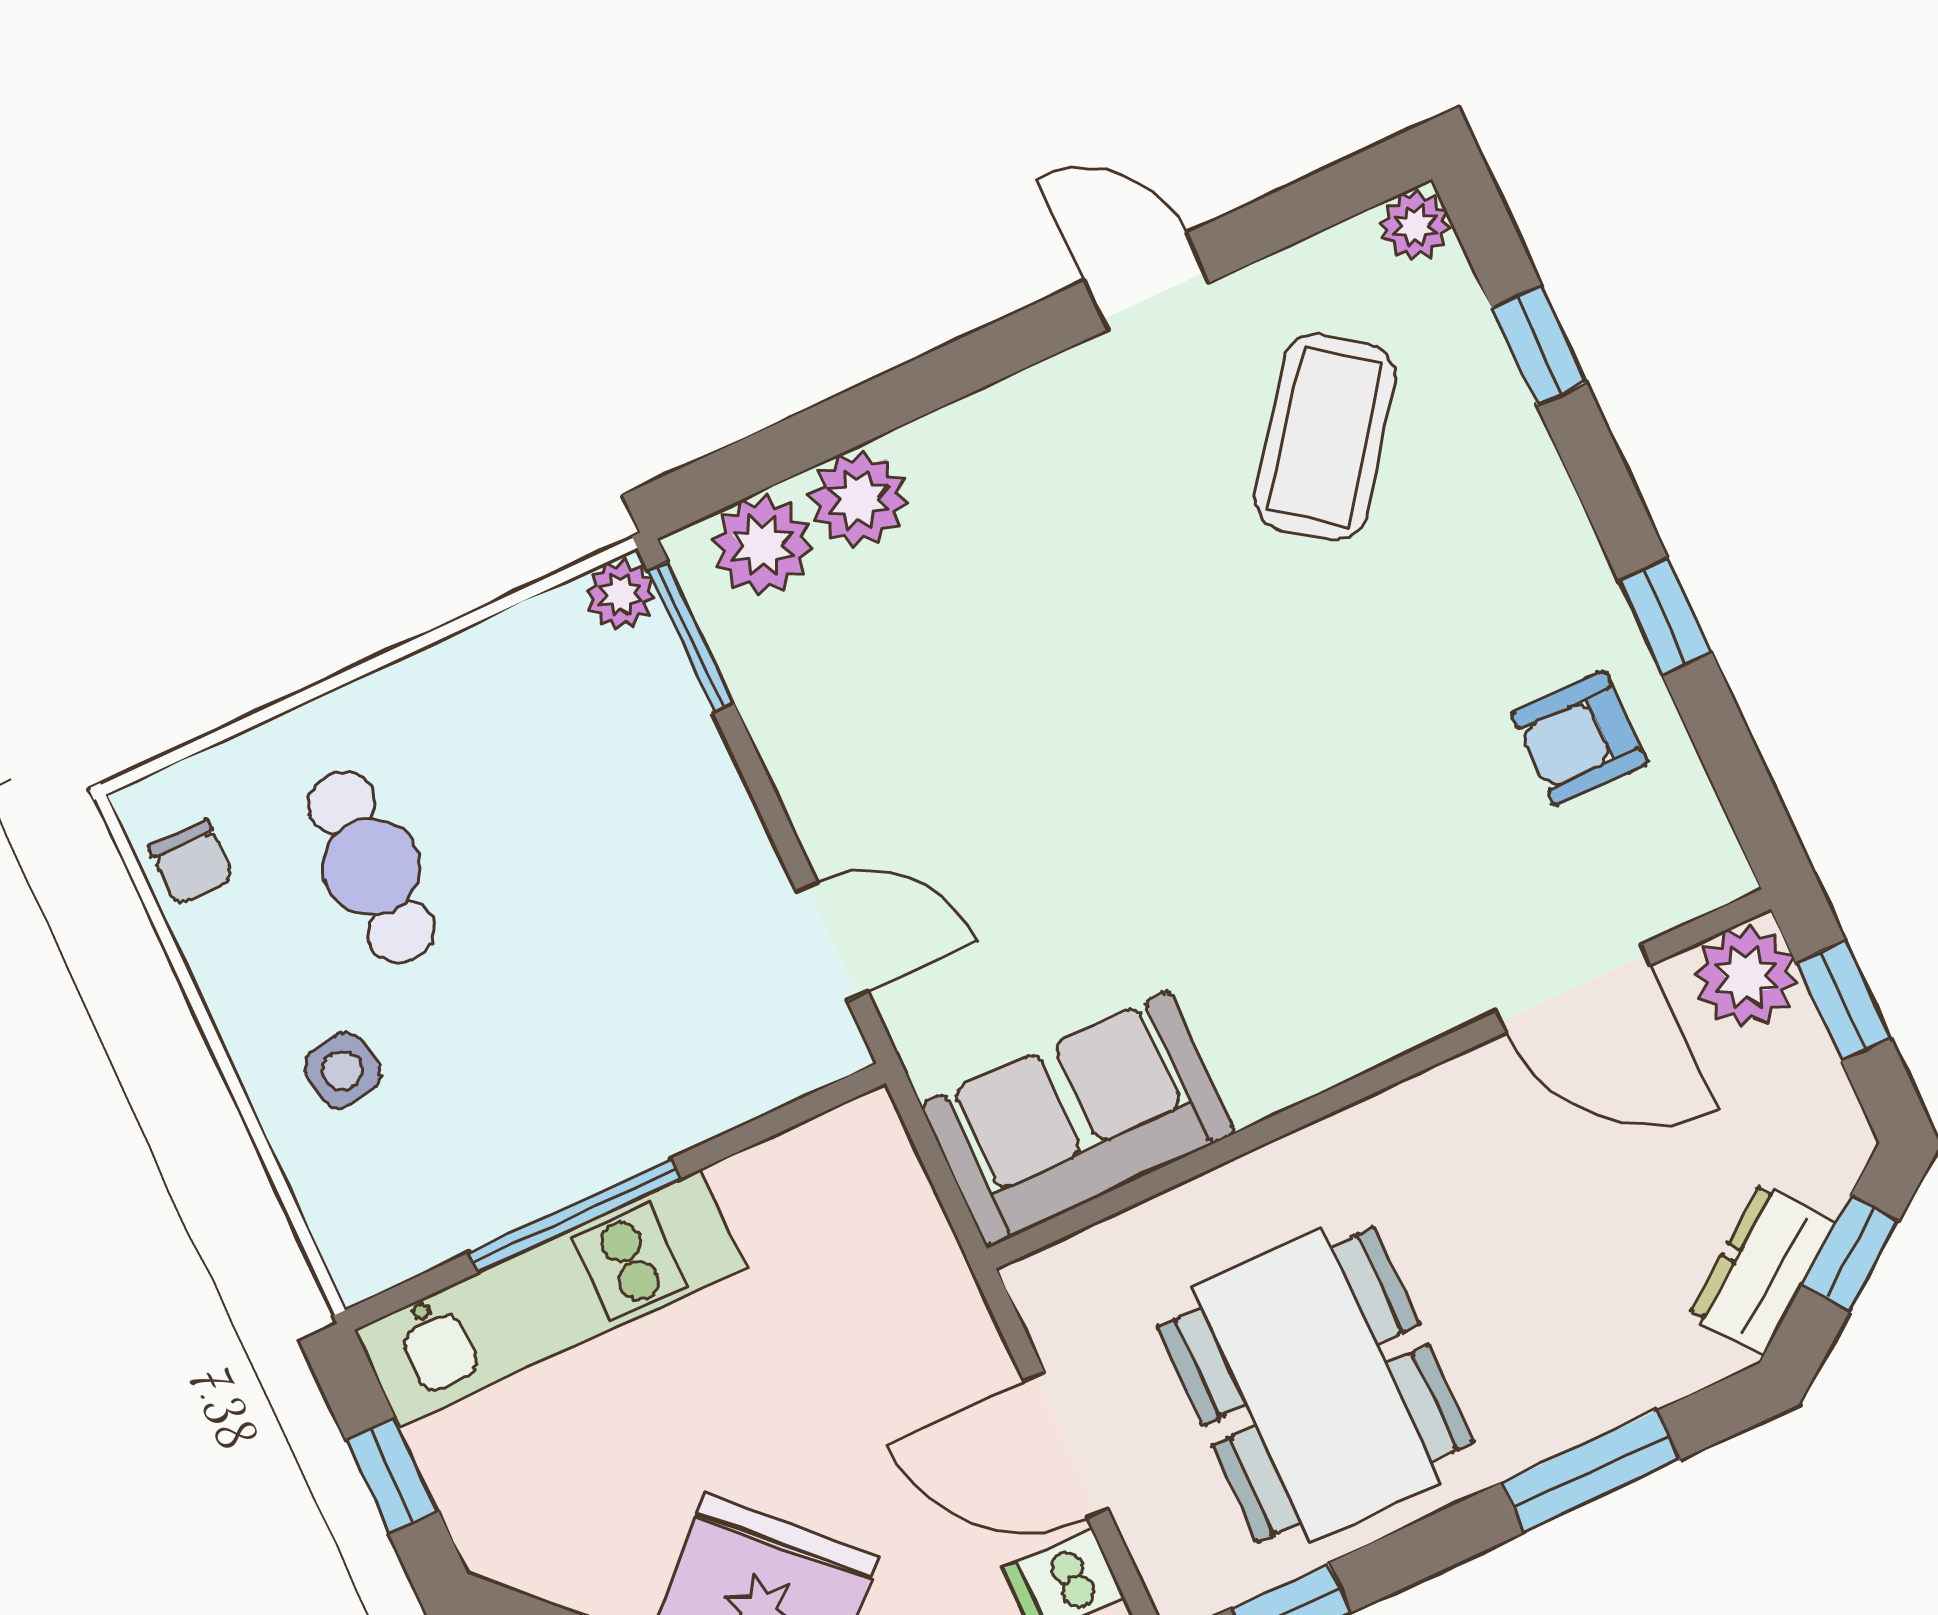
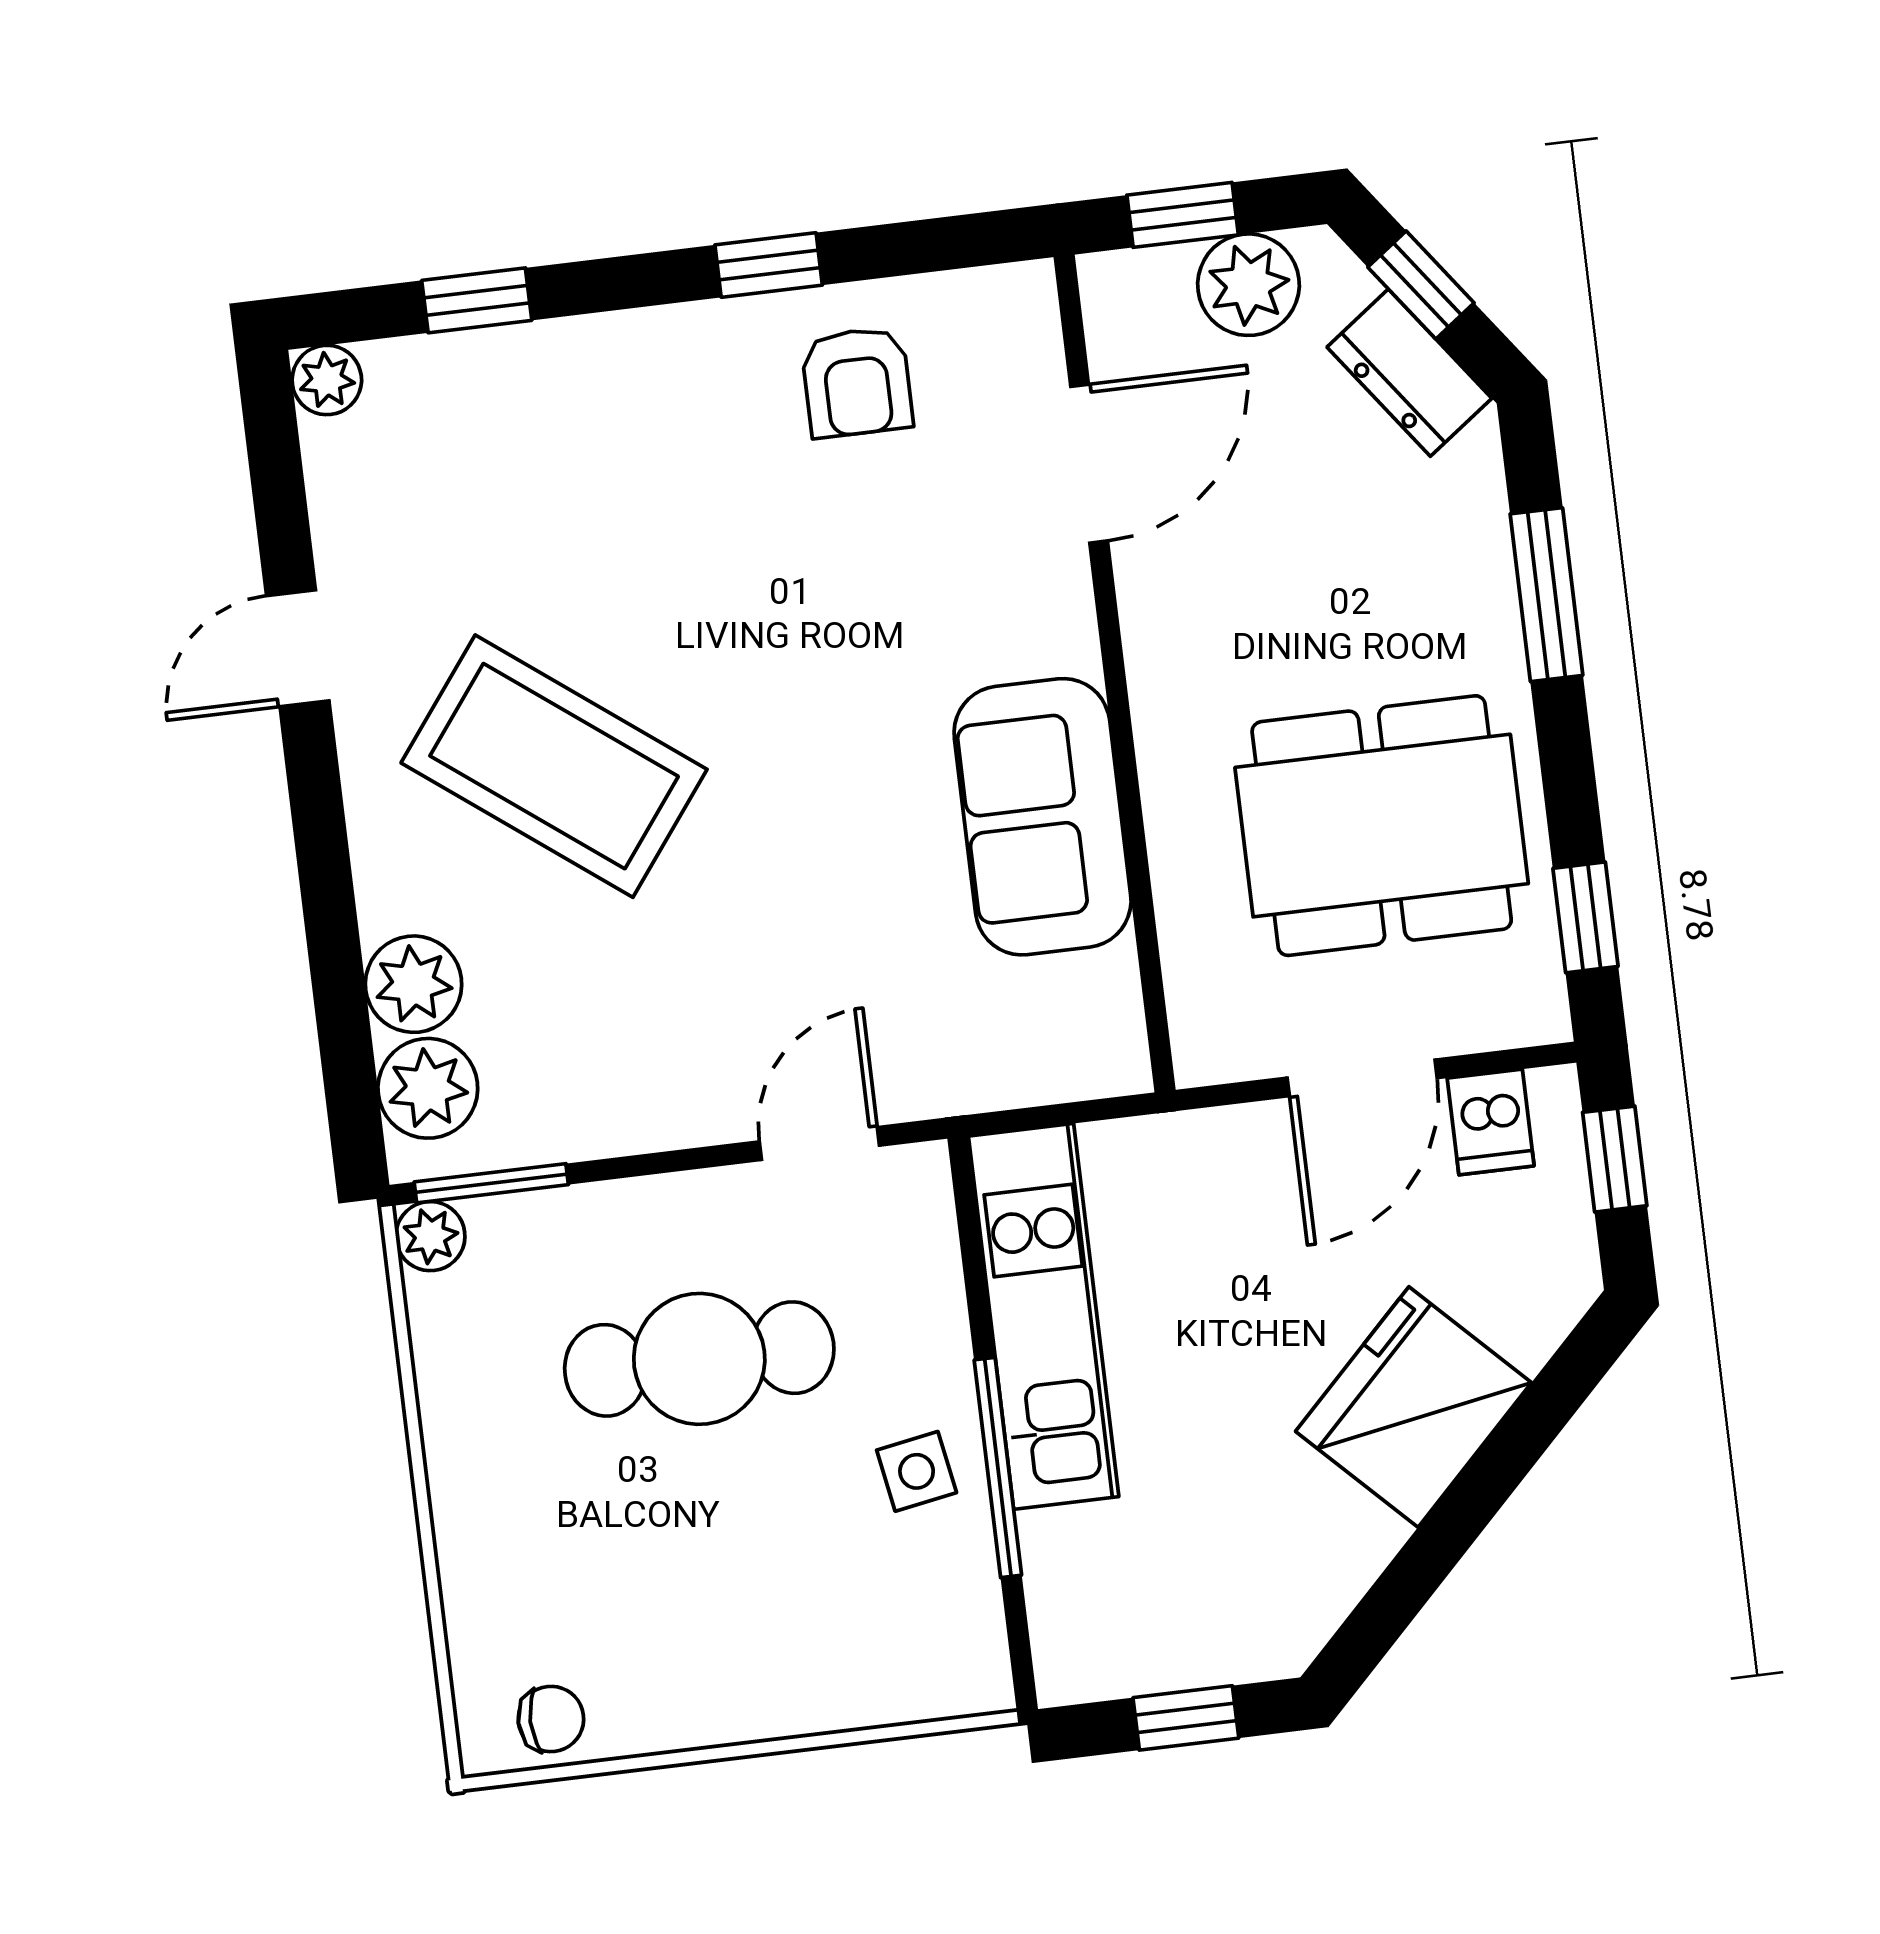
coffee table: (1325, 437) -> (554, 766), moved, width x1.36, depth x1.32
cafe table: (371, 867) -> (699, 1359), moved, width x1.37, depth x1.35
plant: (1746, 977) -> (1248, 285), moved
side table: (342, 1070) -> (917, 1471), moved
sofa: (1078, 1119) -> (1043, 817), moved
kitchen unit: (550, 1298) -> (1044, 1316), moved

